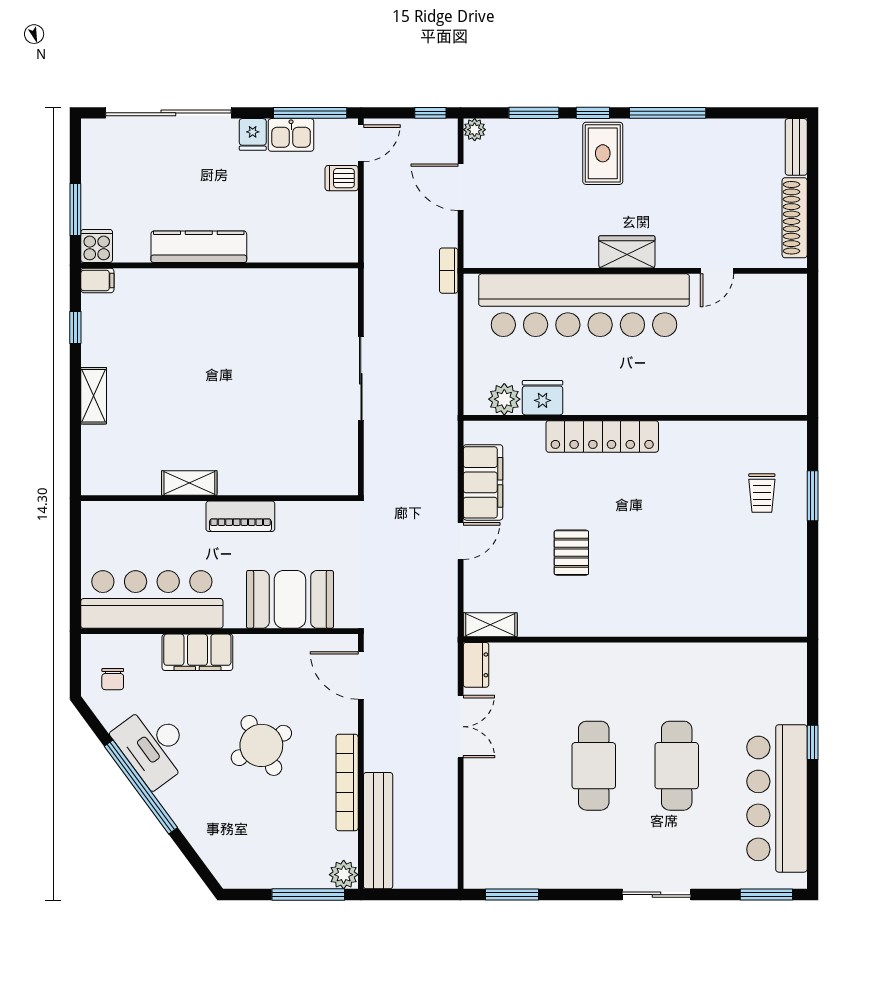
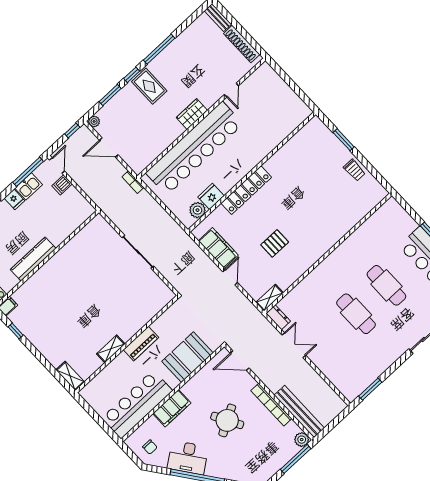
shelving: (94, 396) -> (70, 376), moved
trolley: (762, 493) -> (354, 170), moved
pallet: (571, 553) -> (275, 243), turned 90

